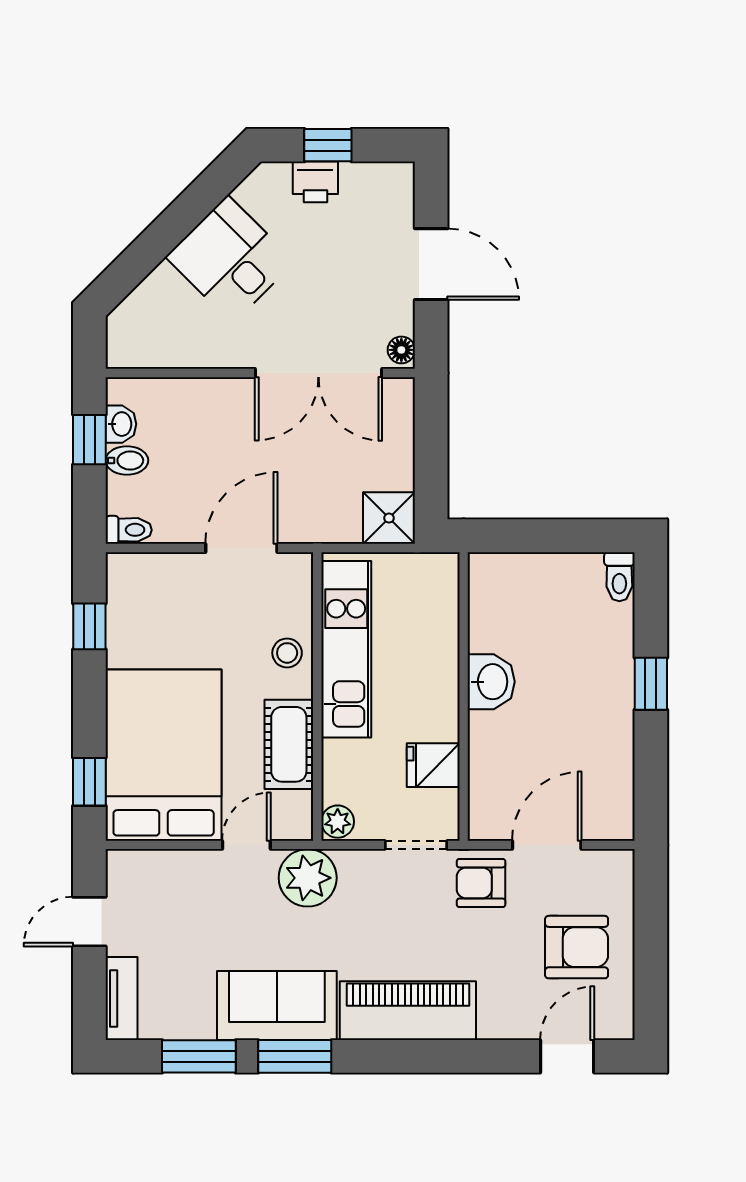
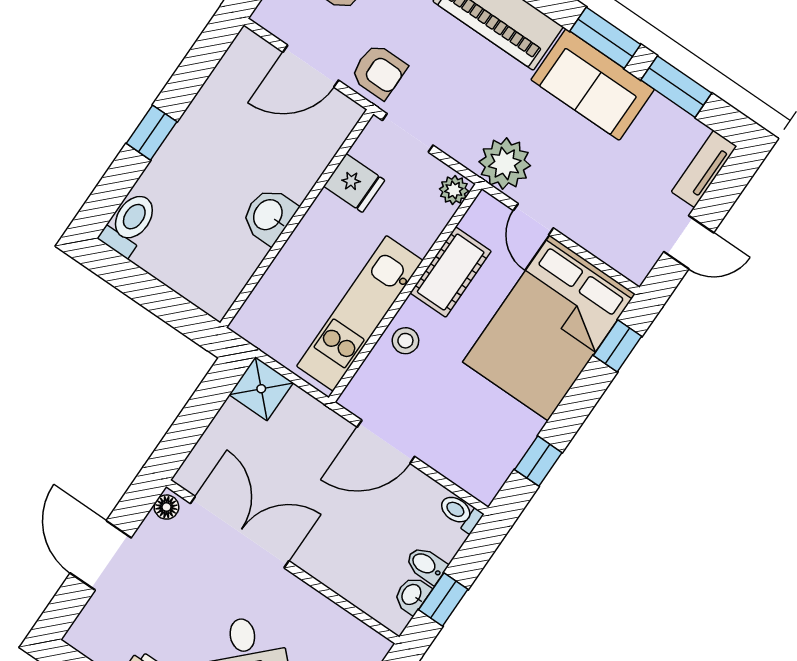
toilet: (619, 577) -> (129, 224), width x1.37, depth x1.39
door: (246, 845) -> (533, 219), hinge flipped

